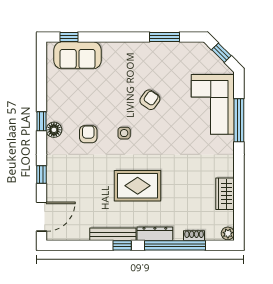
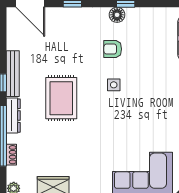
armchair: (150, 100) -> (147, 111), removed
armchair: (88, 134) -> (113, 49), turned 180

